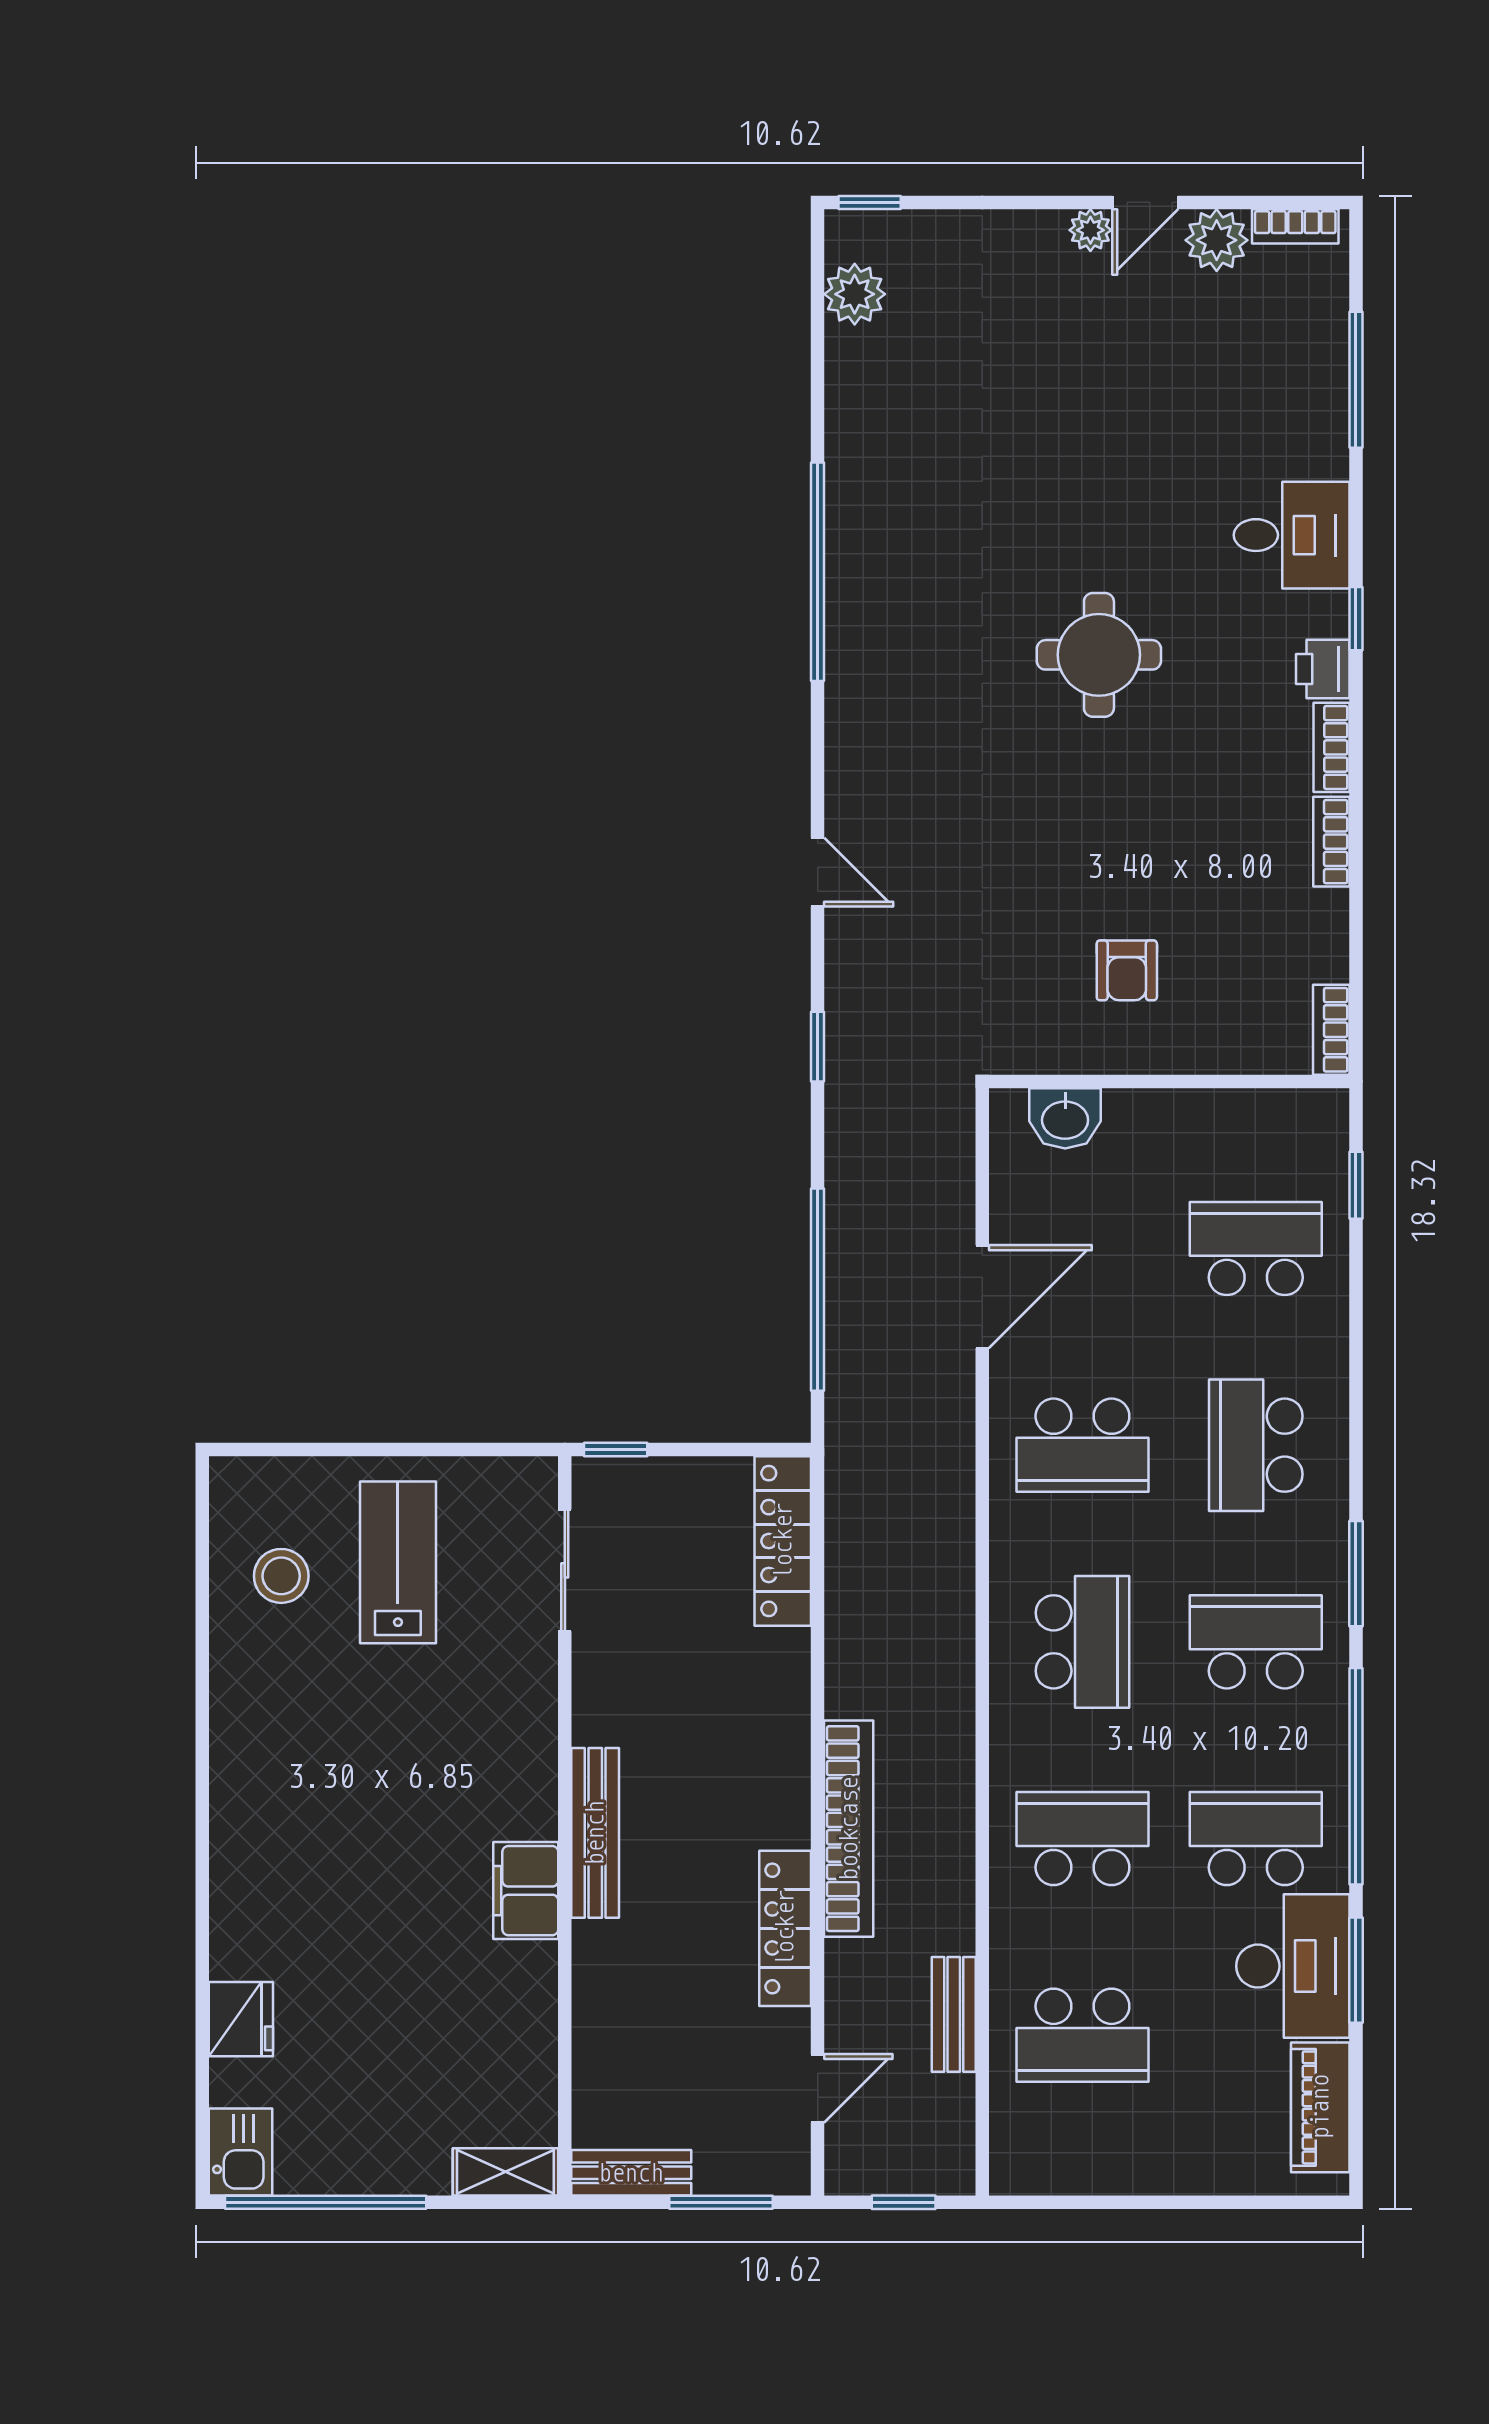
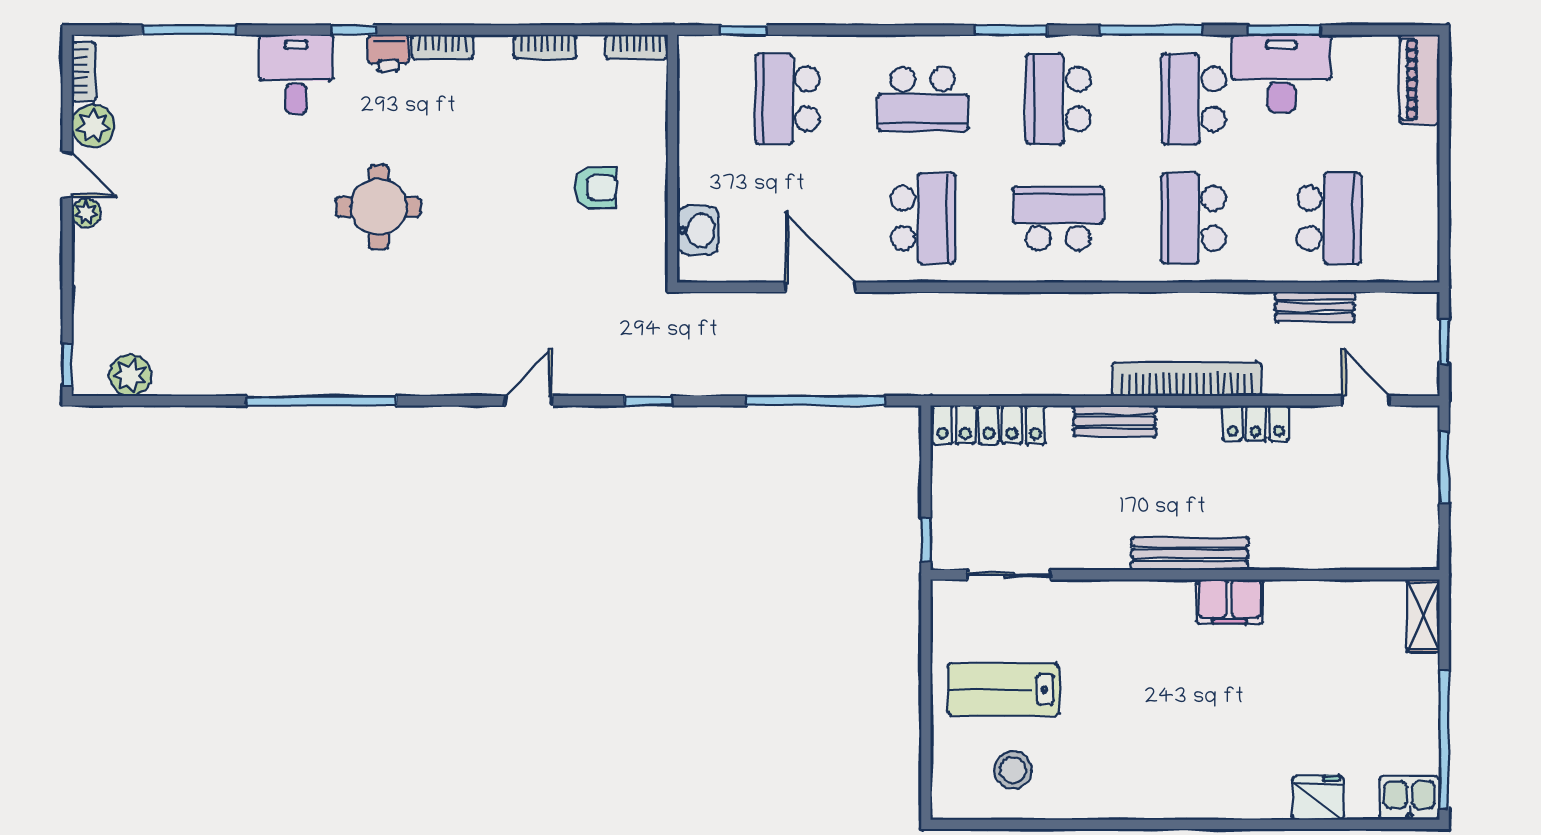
bookcase: (1331, 842) -> (545, 47), moved
window: (1356, 1776) -> (1151, 30), width x0.68
locker: (785, 1928) -> (1256, 423), width x0.66
piano: (1320, 2107) -> (1420, 79), moved, turned 90
bench: (631, 2173) -> (1115, 421), moved, turned 90

